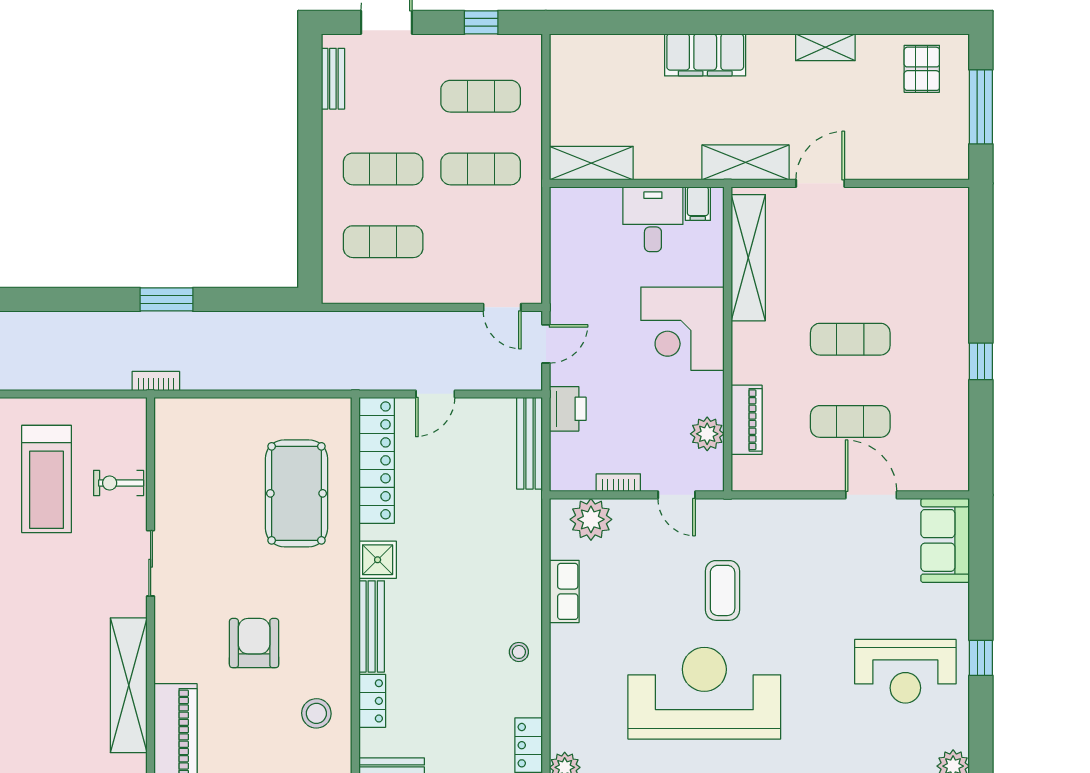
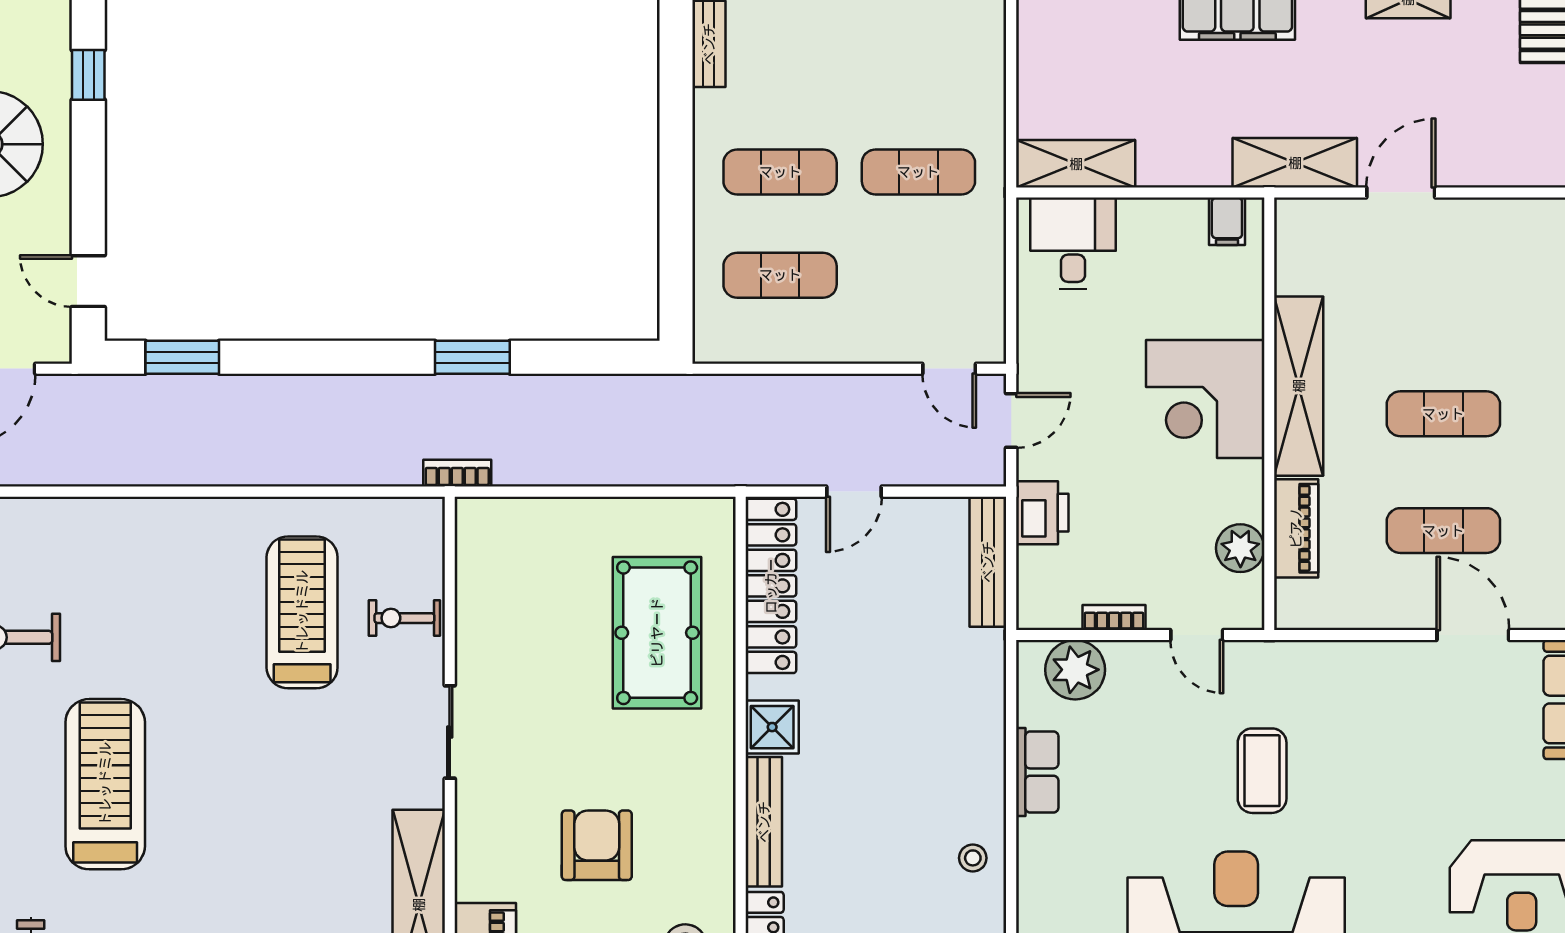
exercise mat: (481, 96) -> (918, 69), removed
desk: (653, 219) -> (1073, 243), moved
shelving: (748, 258) -> (1299, 386), moved
treadmill: (47, 479) -> (302, 612), turned 180

